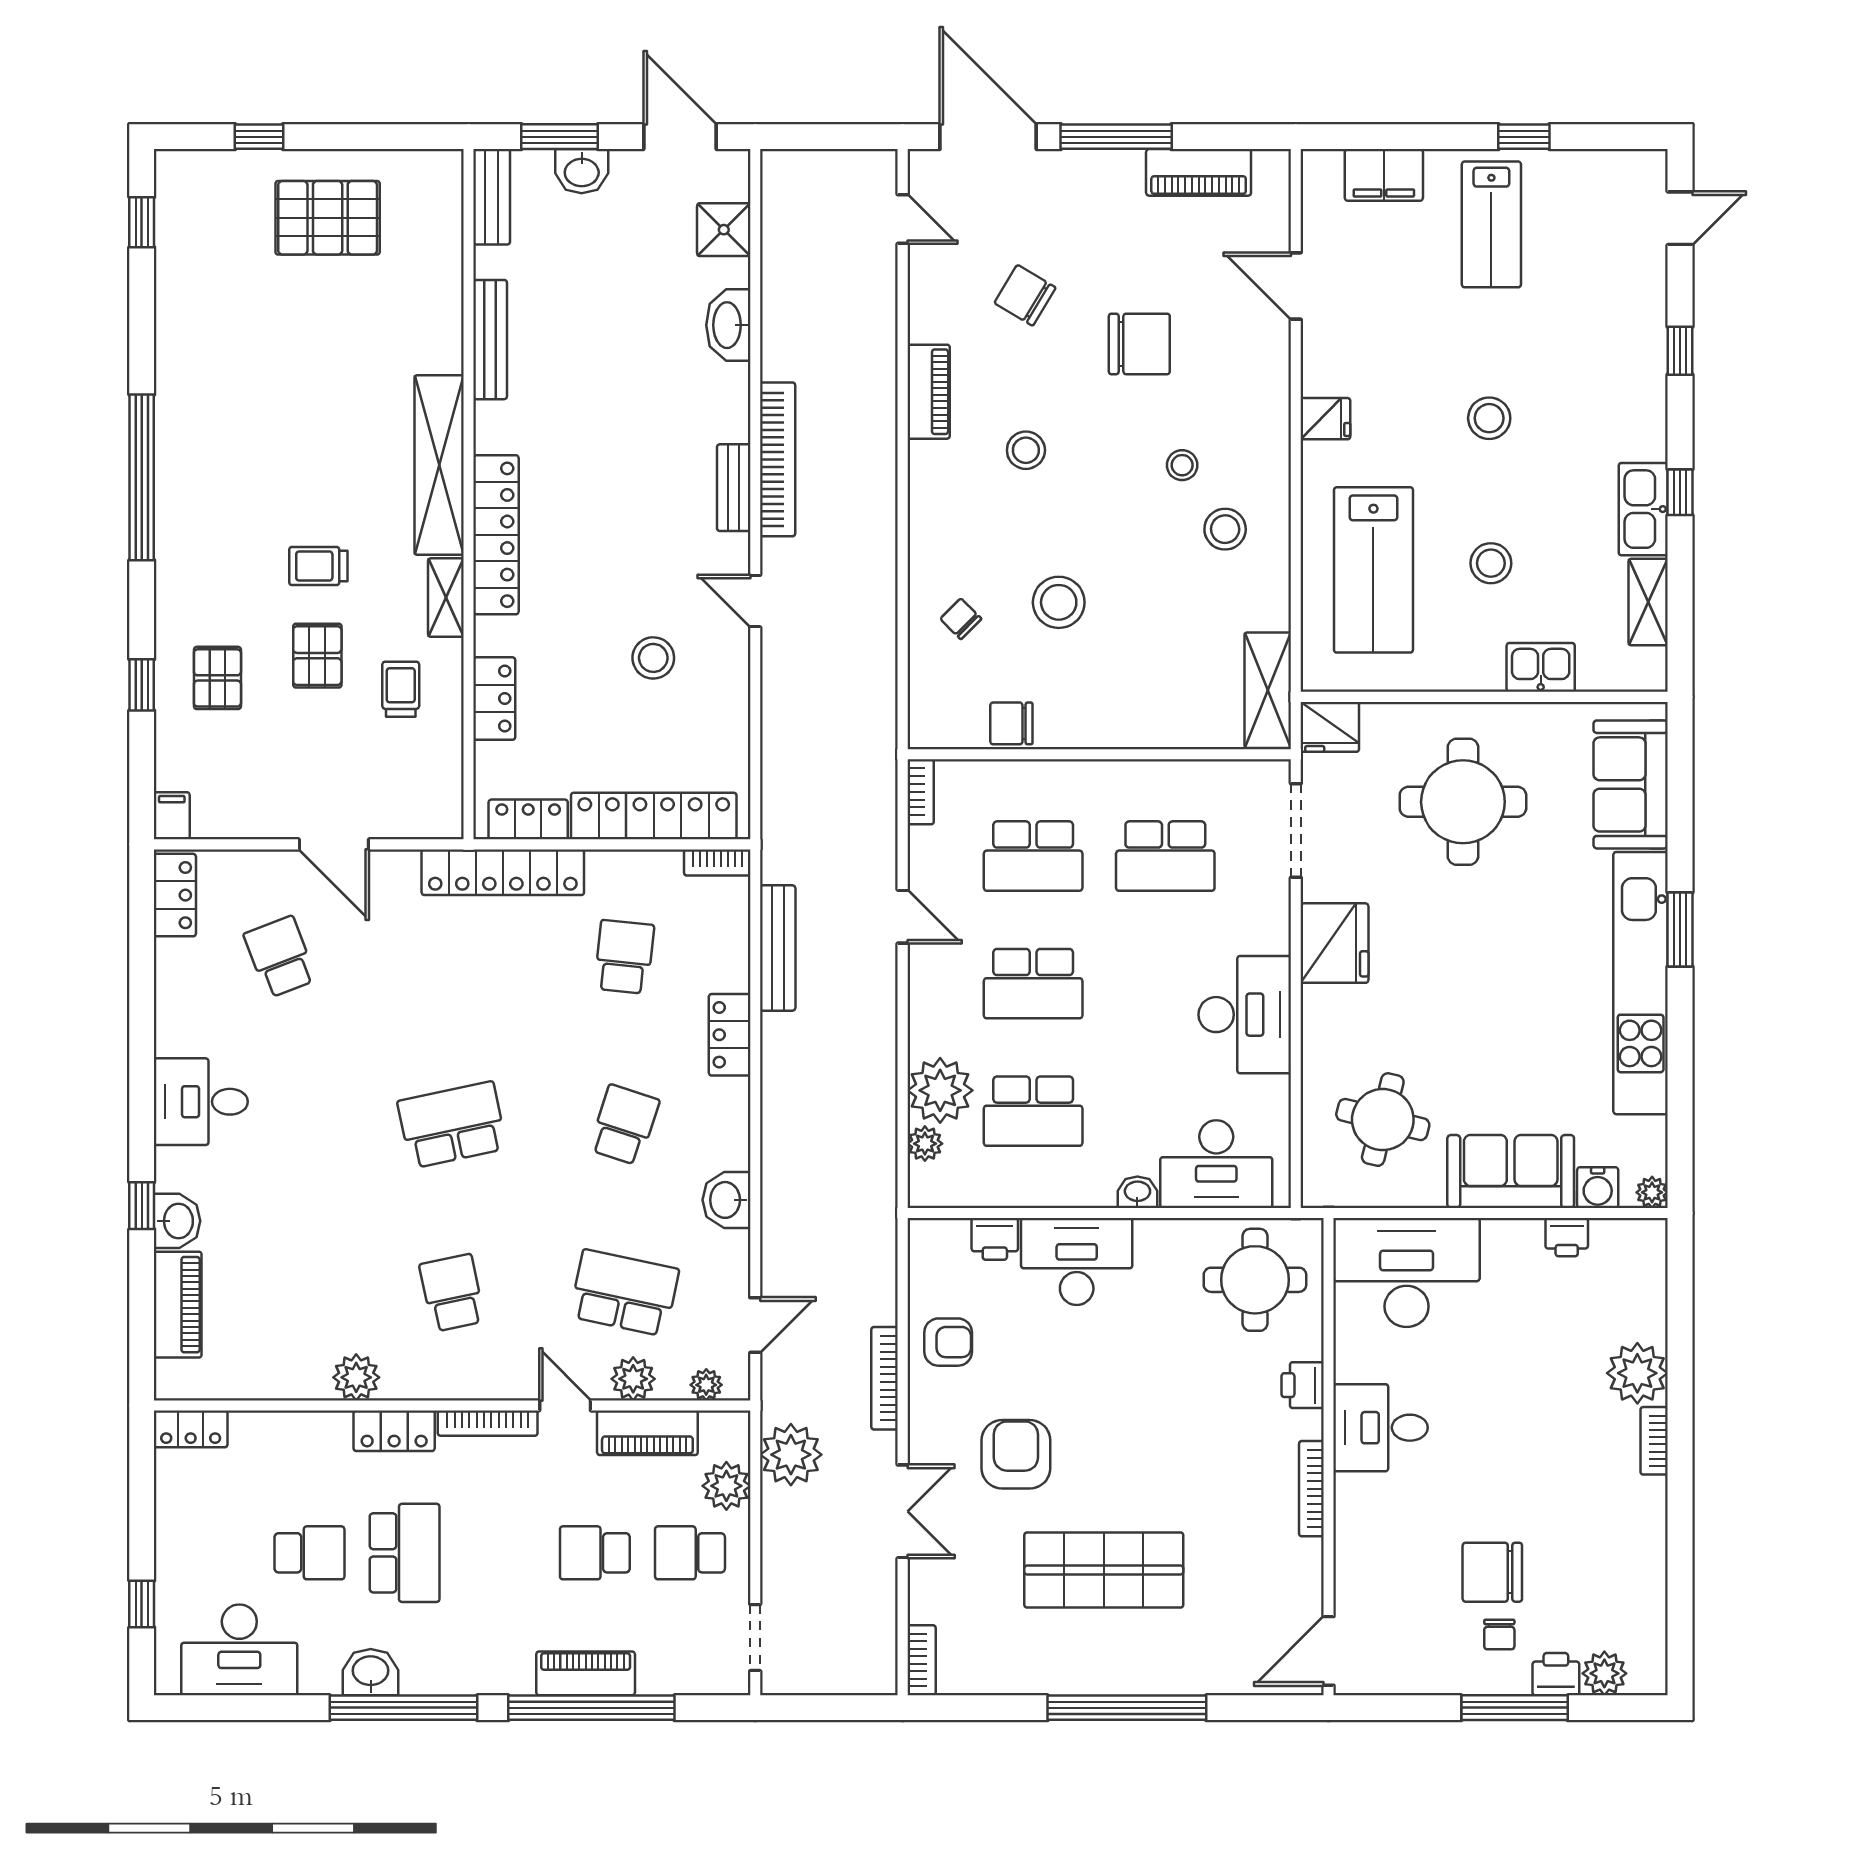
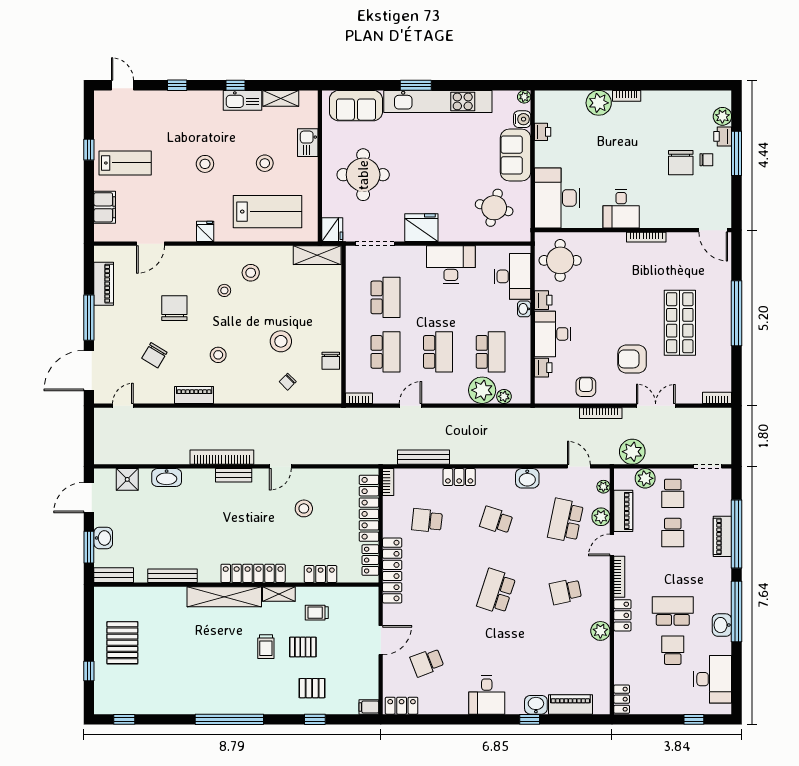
school desk: (452, 1125) -> (496, 591), turned 30
printer: (1303, 1385) -> (543, 300), moved, turned -90

